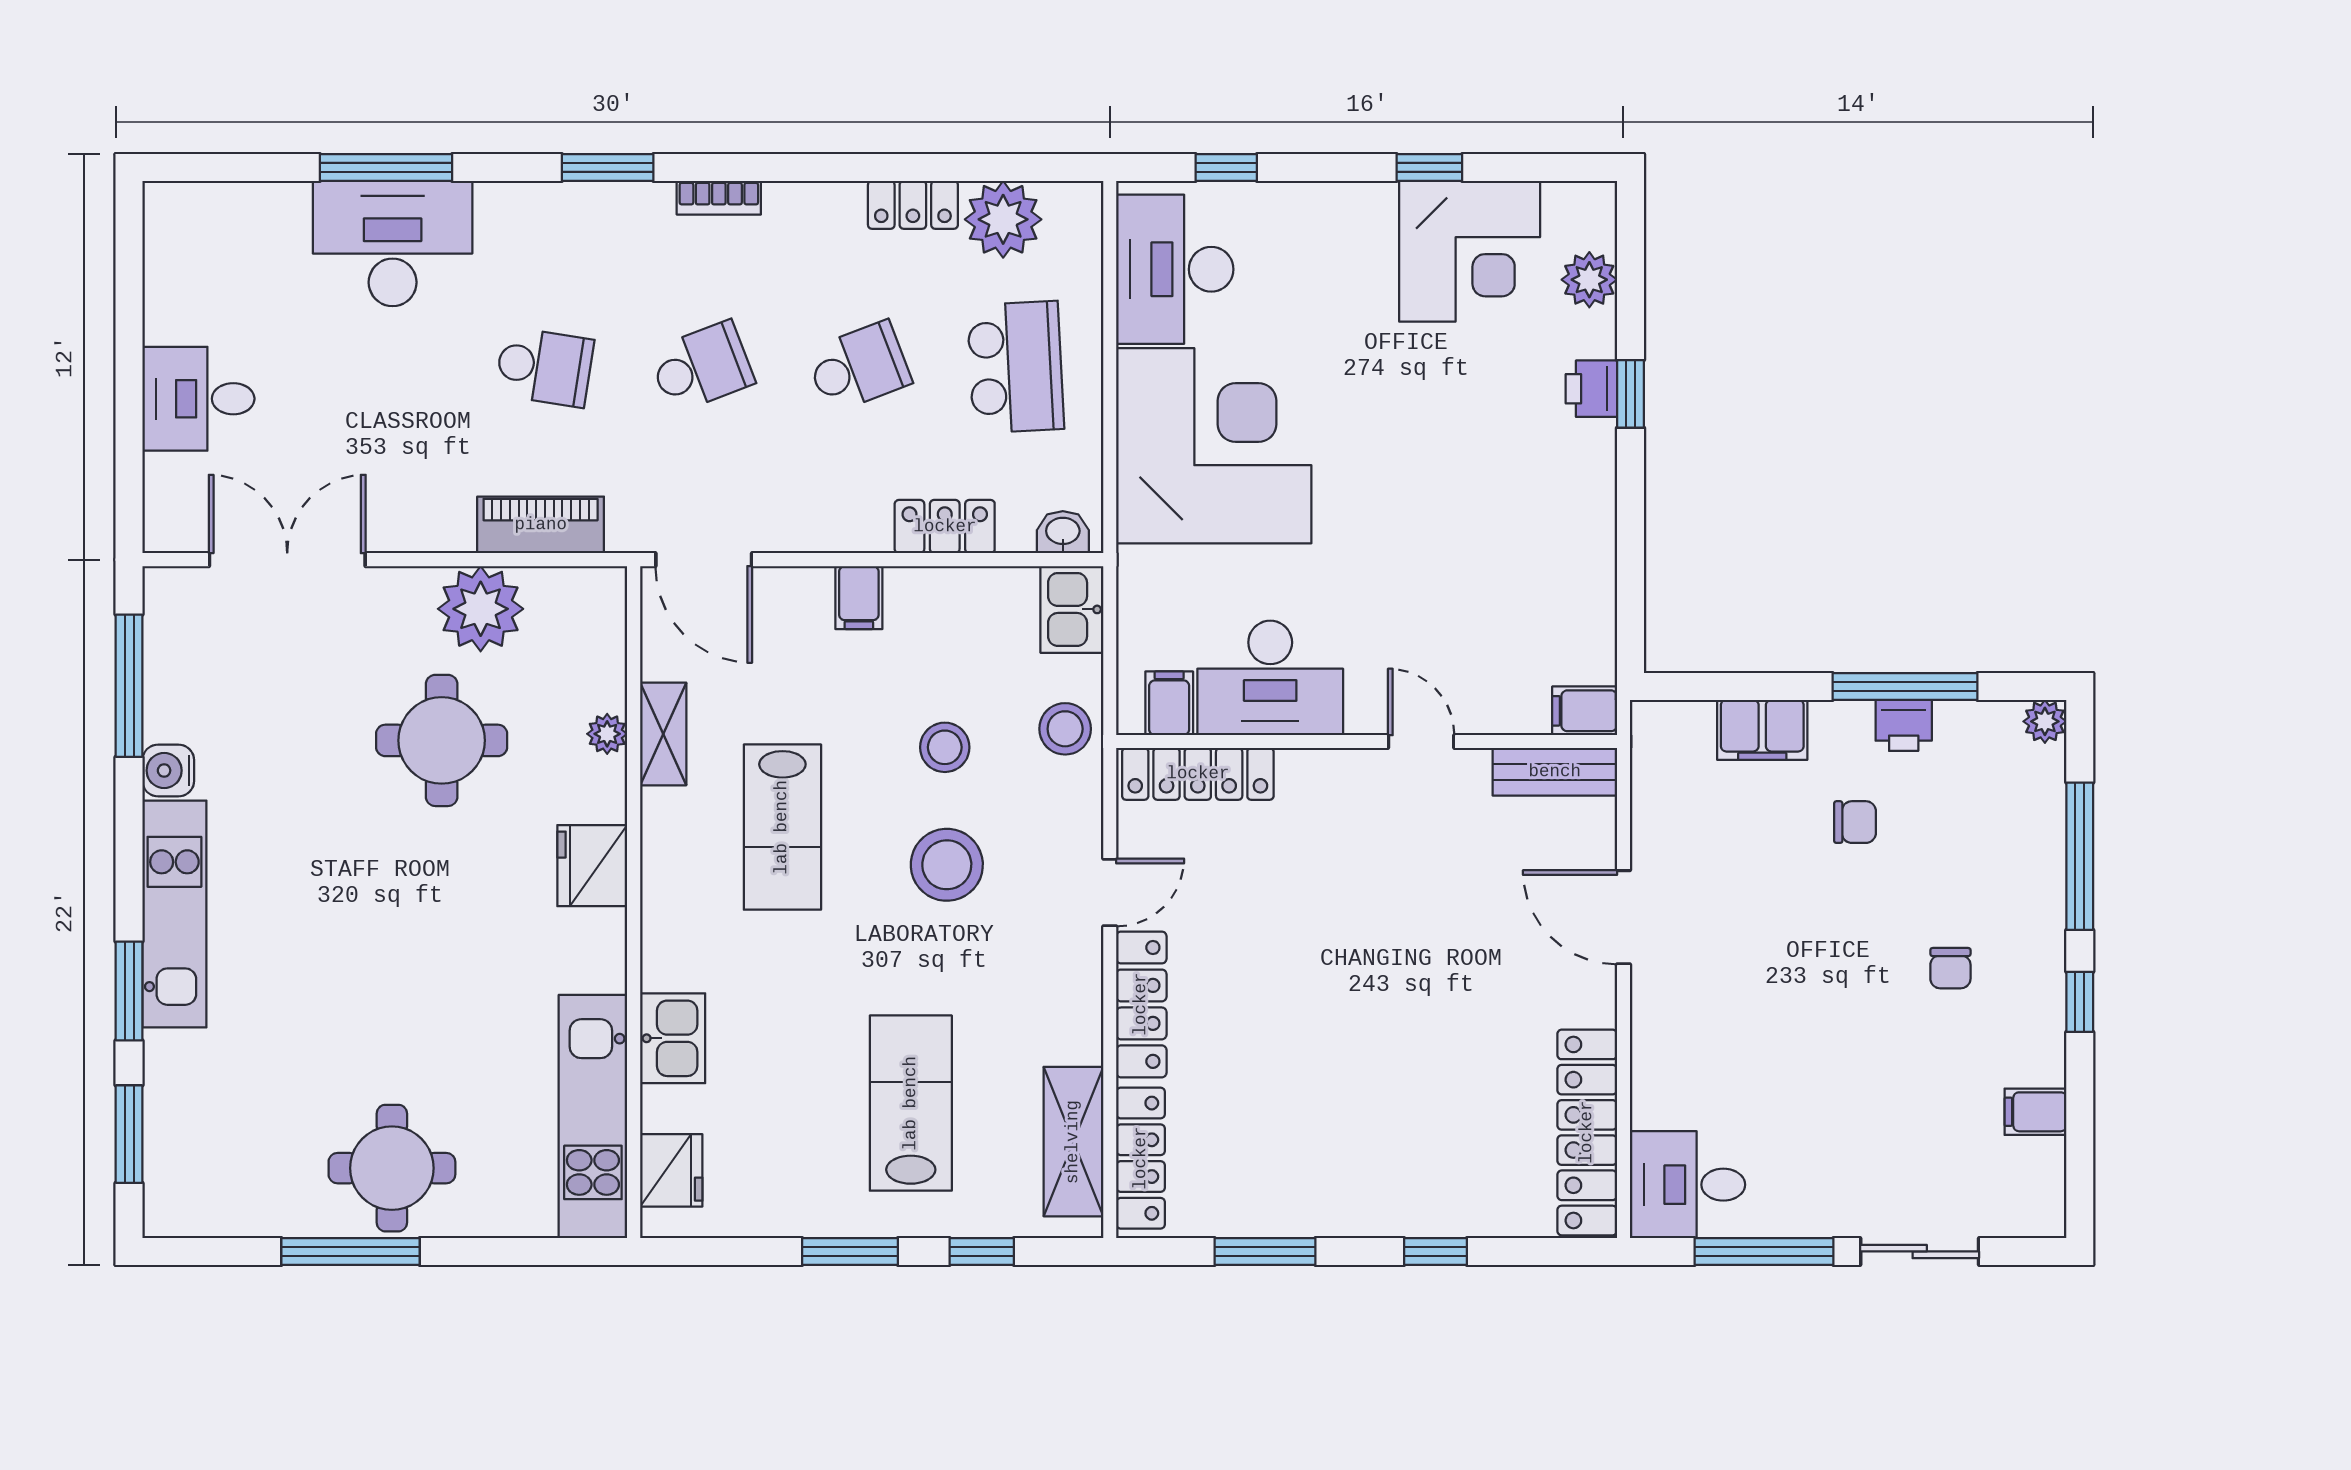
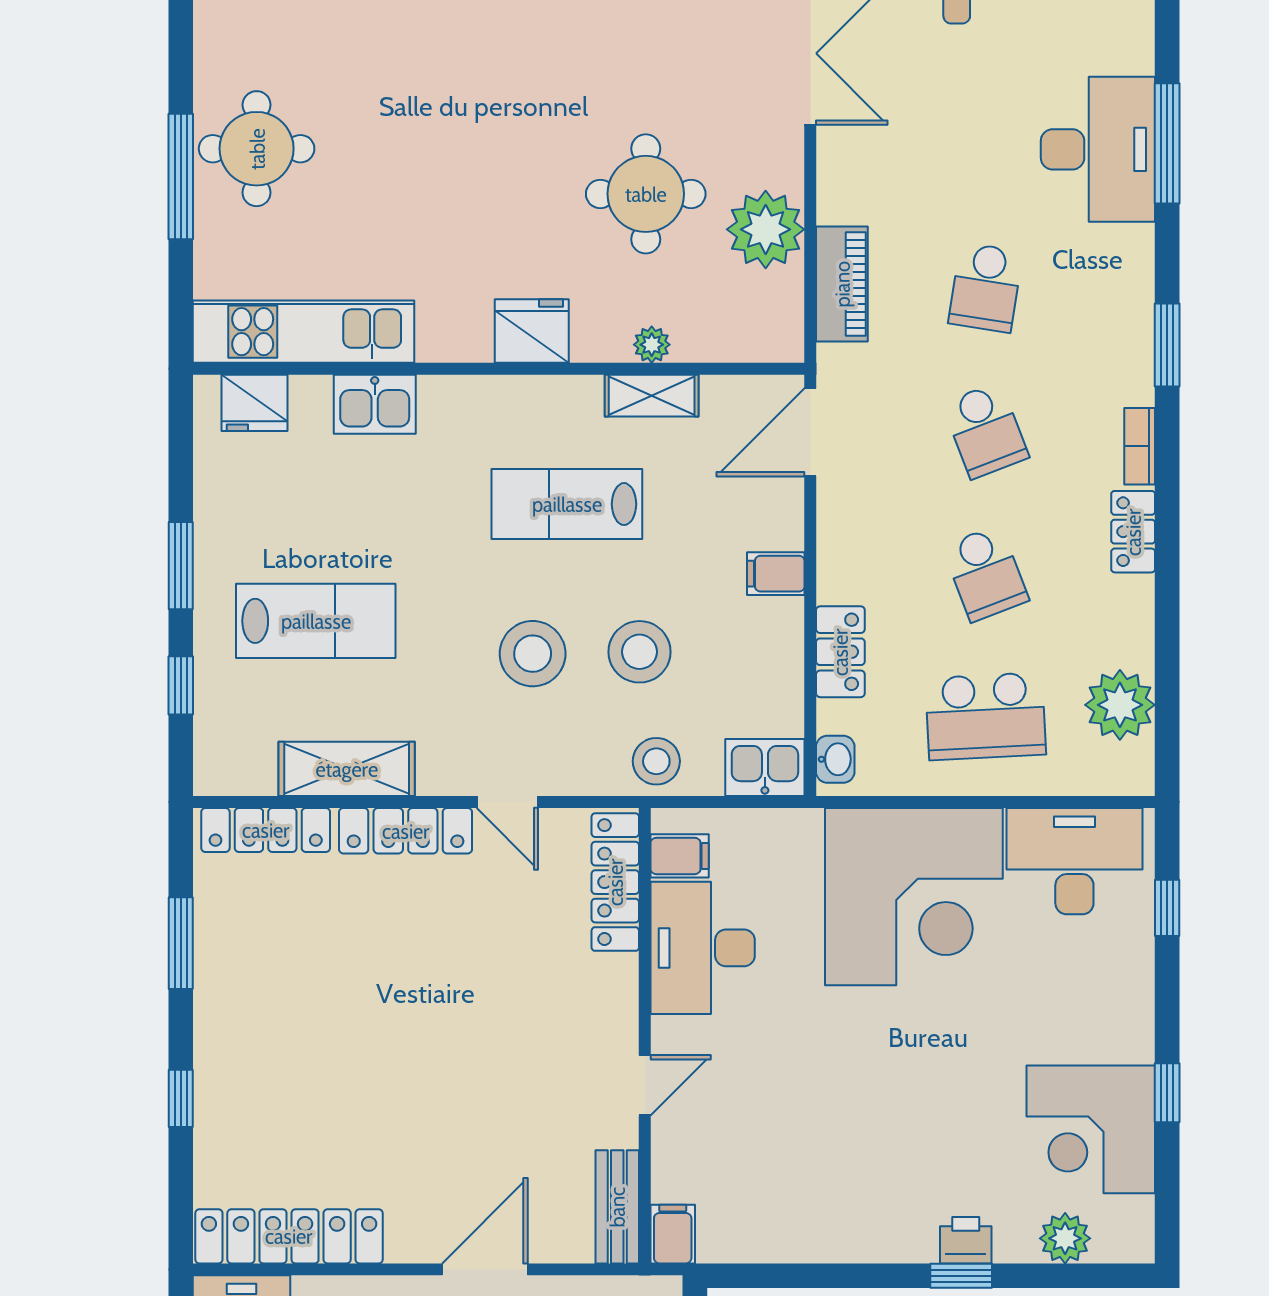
locker: (913, 205) -> (1133, 532), moved
stool: (945, 747) -> (639, 652), width x1.38, depth x1.38
shelving: (1073, 1142) -> (347, 769), moved
window: (350, 1251) -> (181, 176), moved

